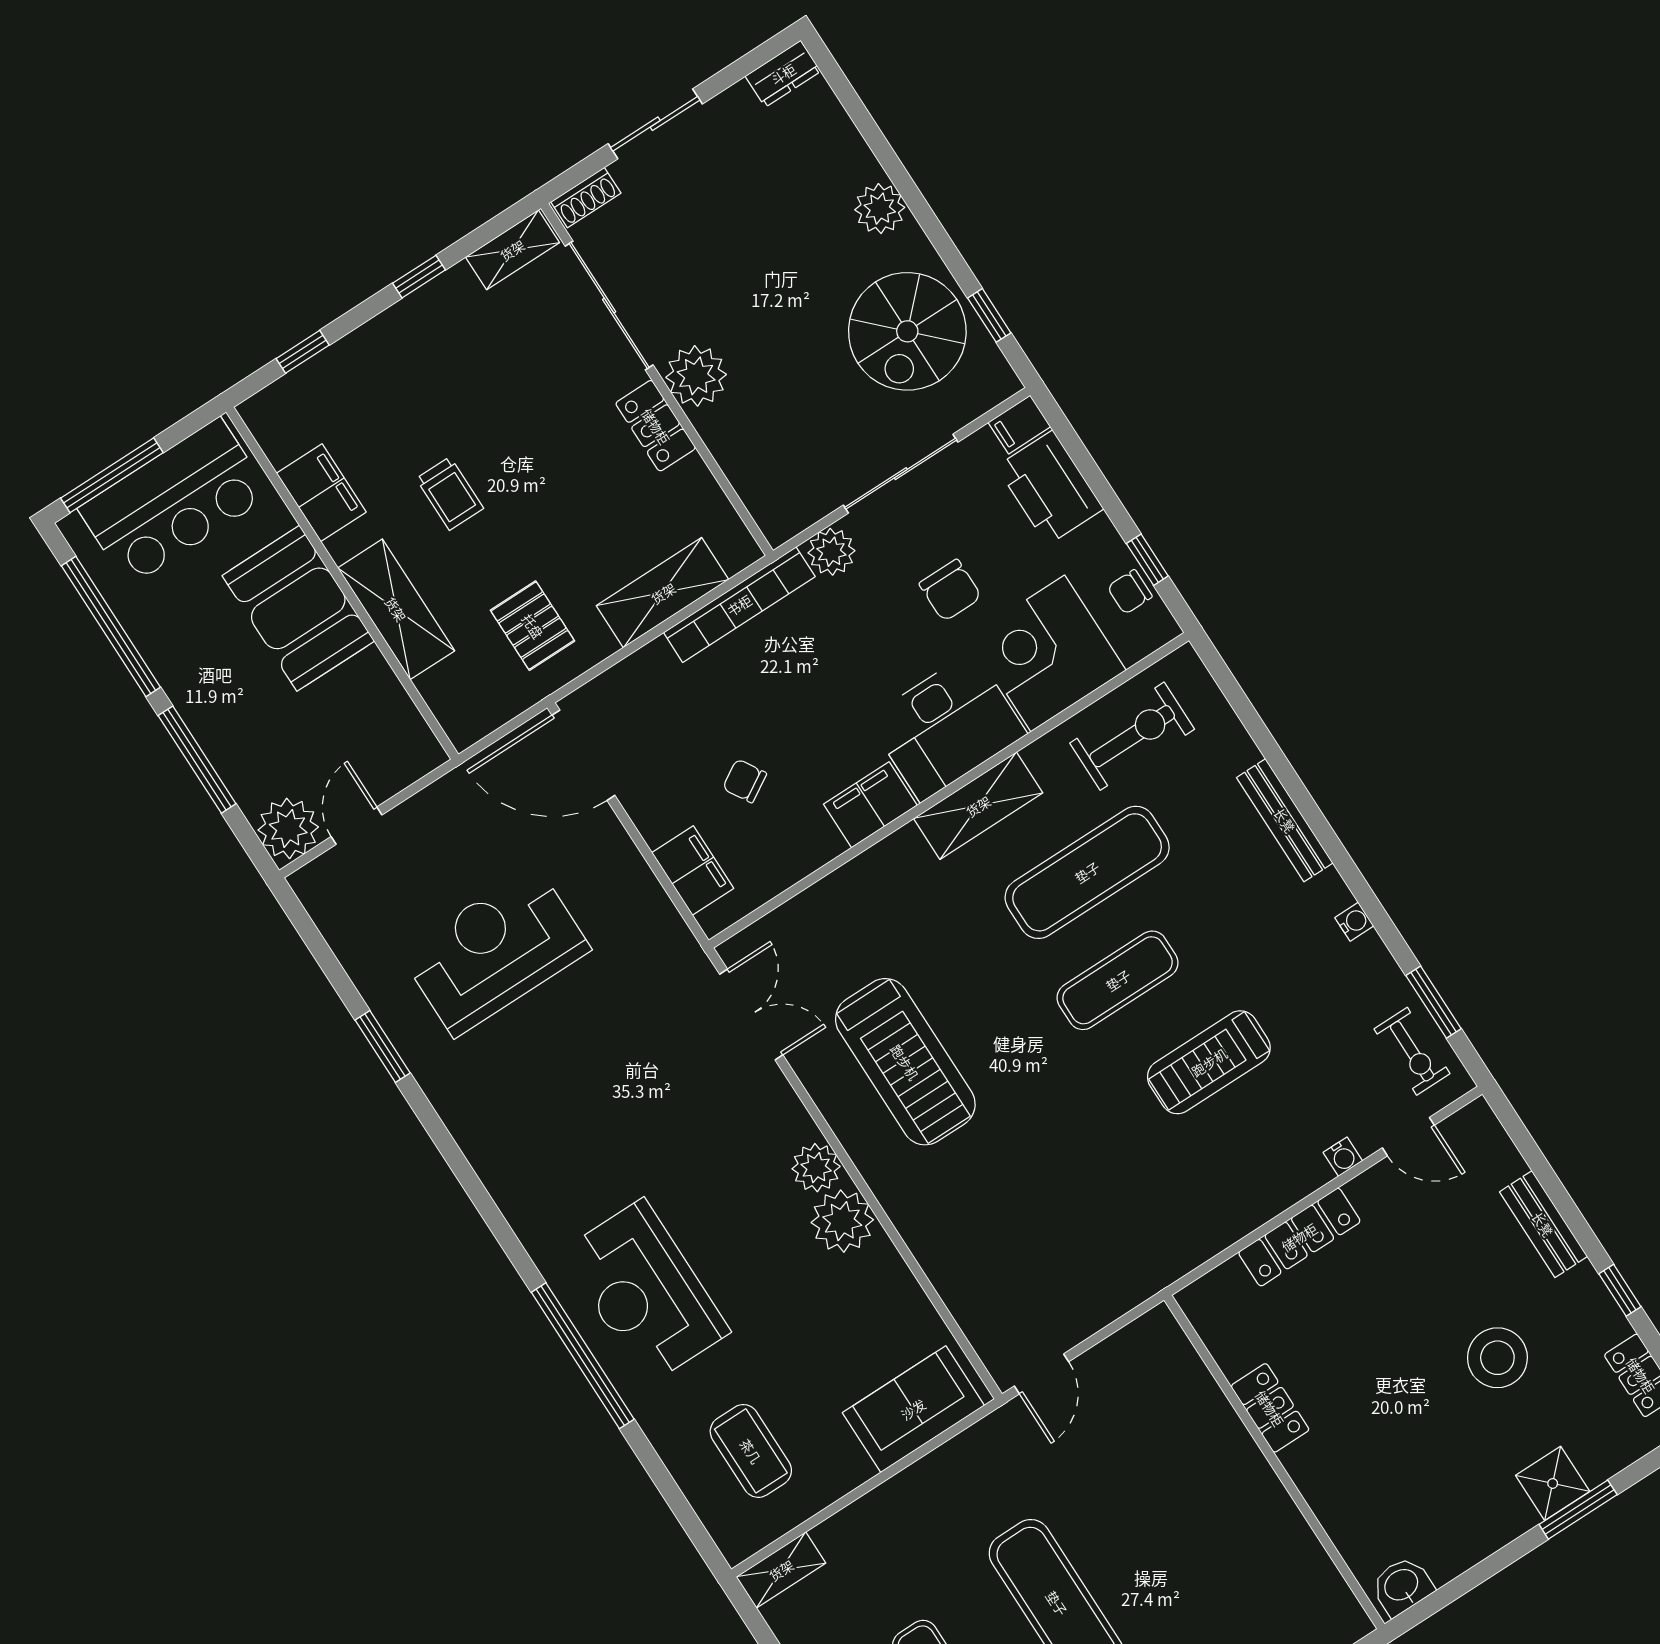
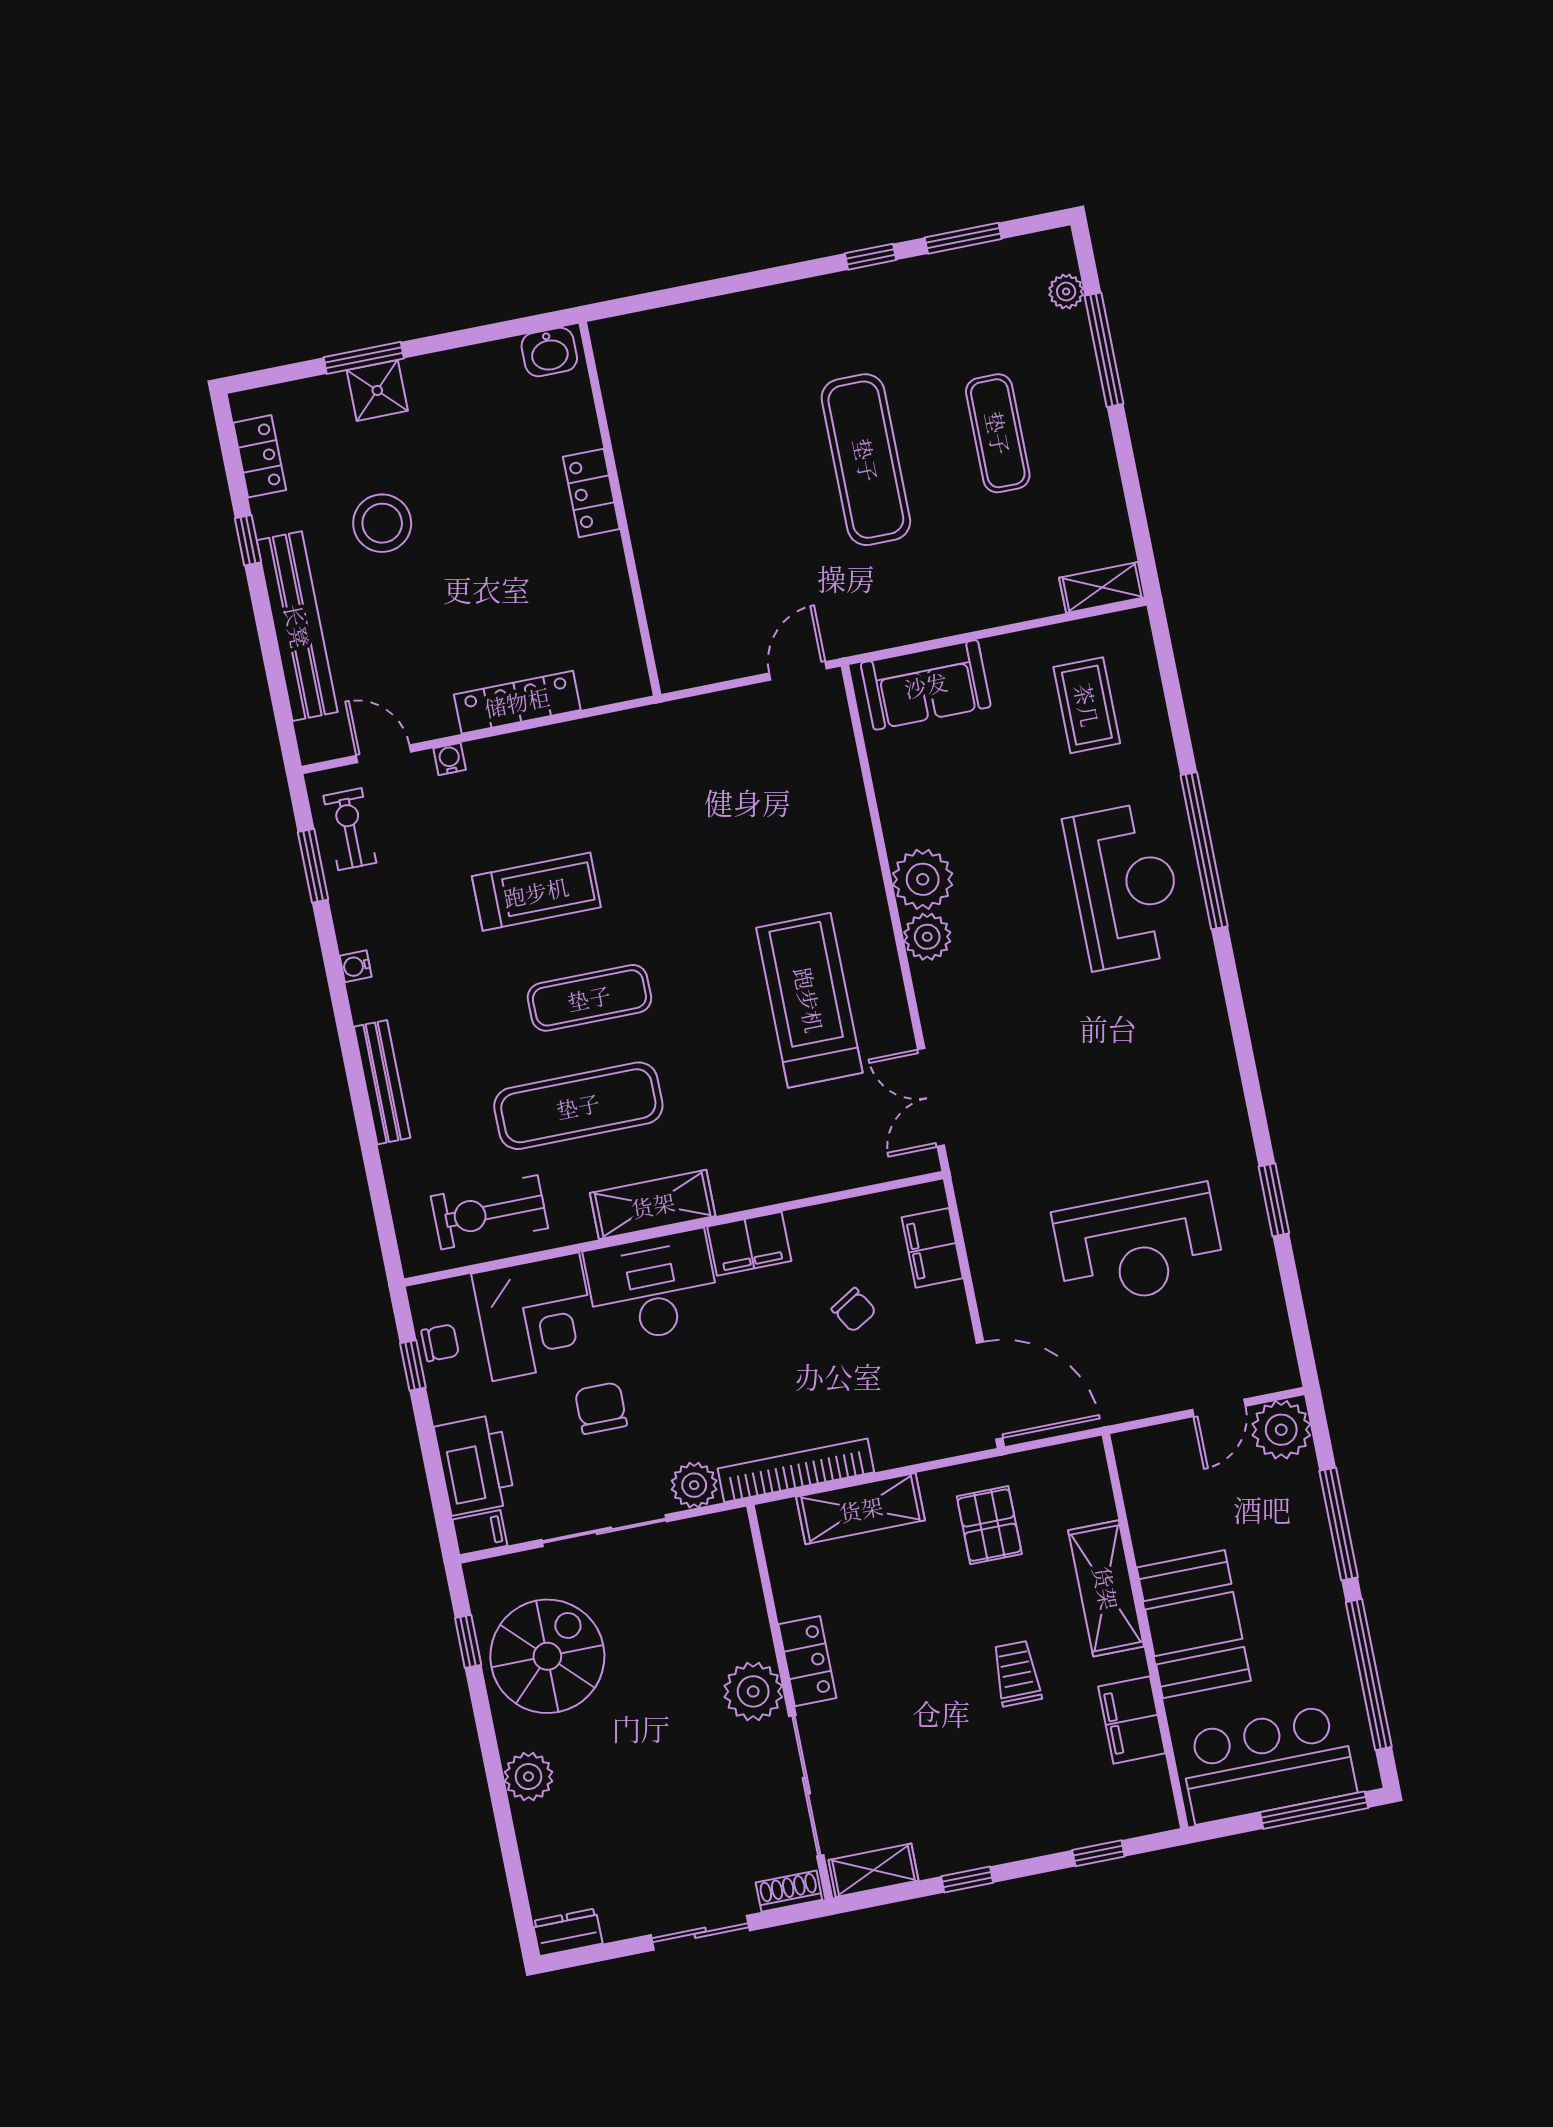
bench: (1543, 1224) -> (297, 626), width x1.86, depth x1.21
locker: (1270, 1408) -> (591, 493), moved

